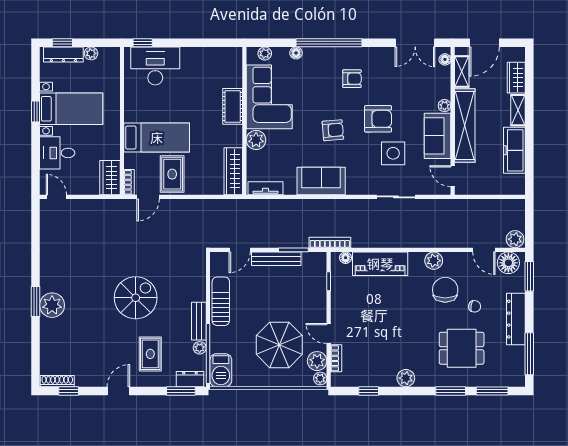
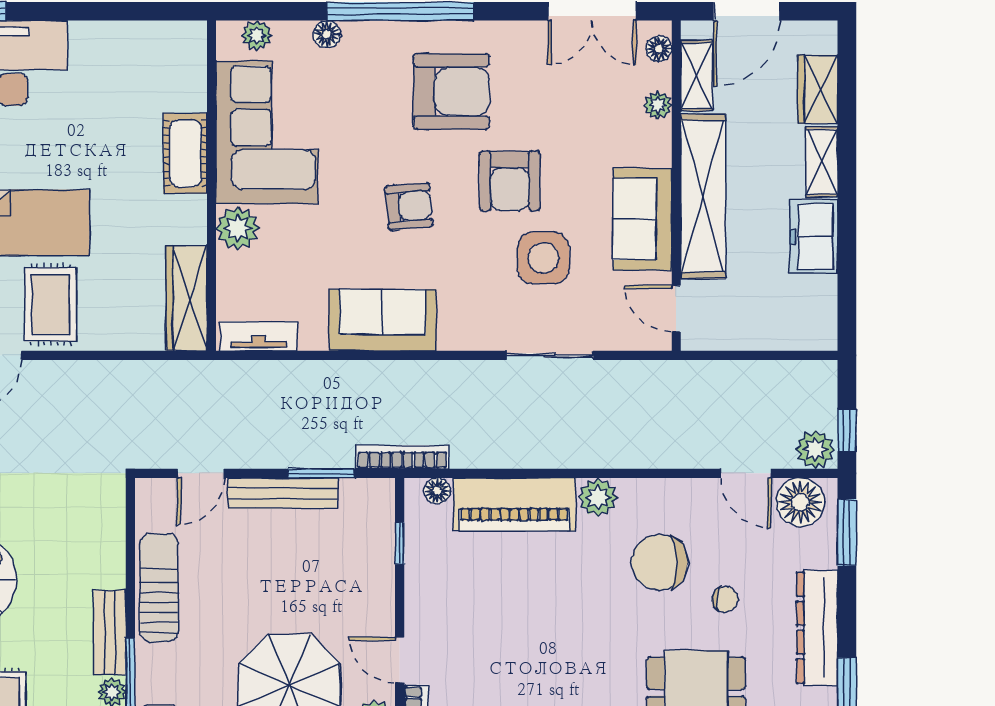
armchair: (352, 79) -> (451, 91), width x1.88, depth x1.88
plant: (445, 106) -> (658, 105), moved
armchair: (378, 119) -> (510, 181), turned 90
freezer: (514, 150) -> (814, 237), width x0.71
window: (529, 230) -> (847, 430), added
plant: (434, 261) -> (598, 497), moved
chair: (445, 290) -> (659, 562), turned -90

